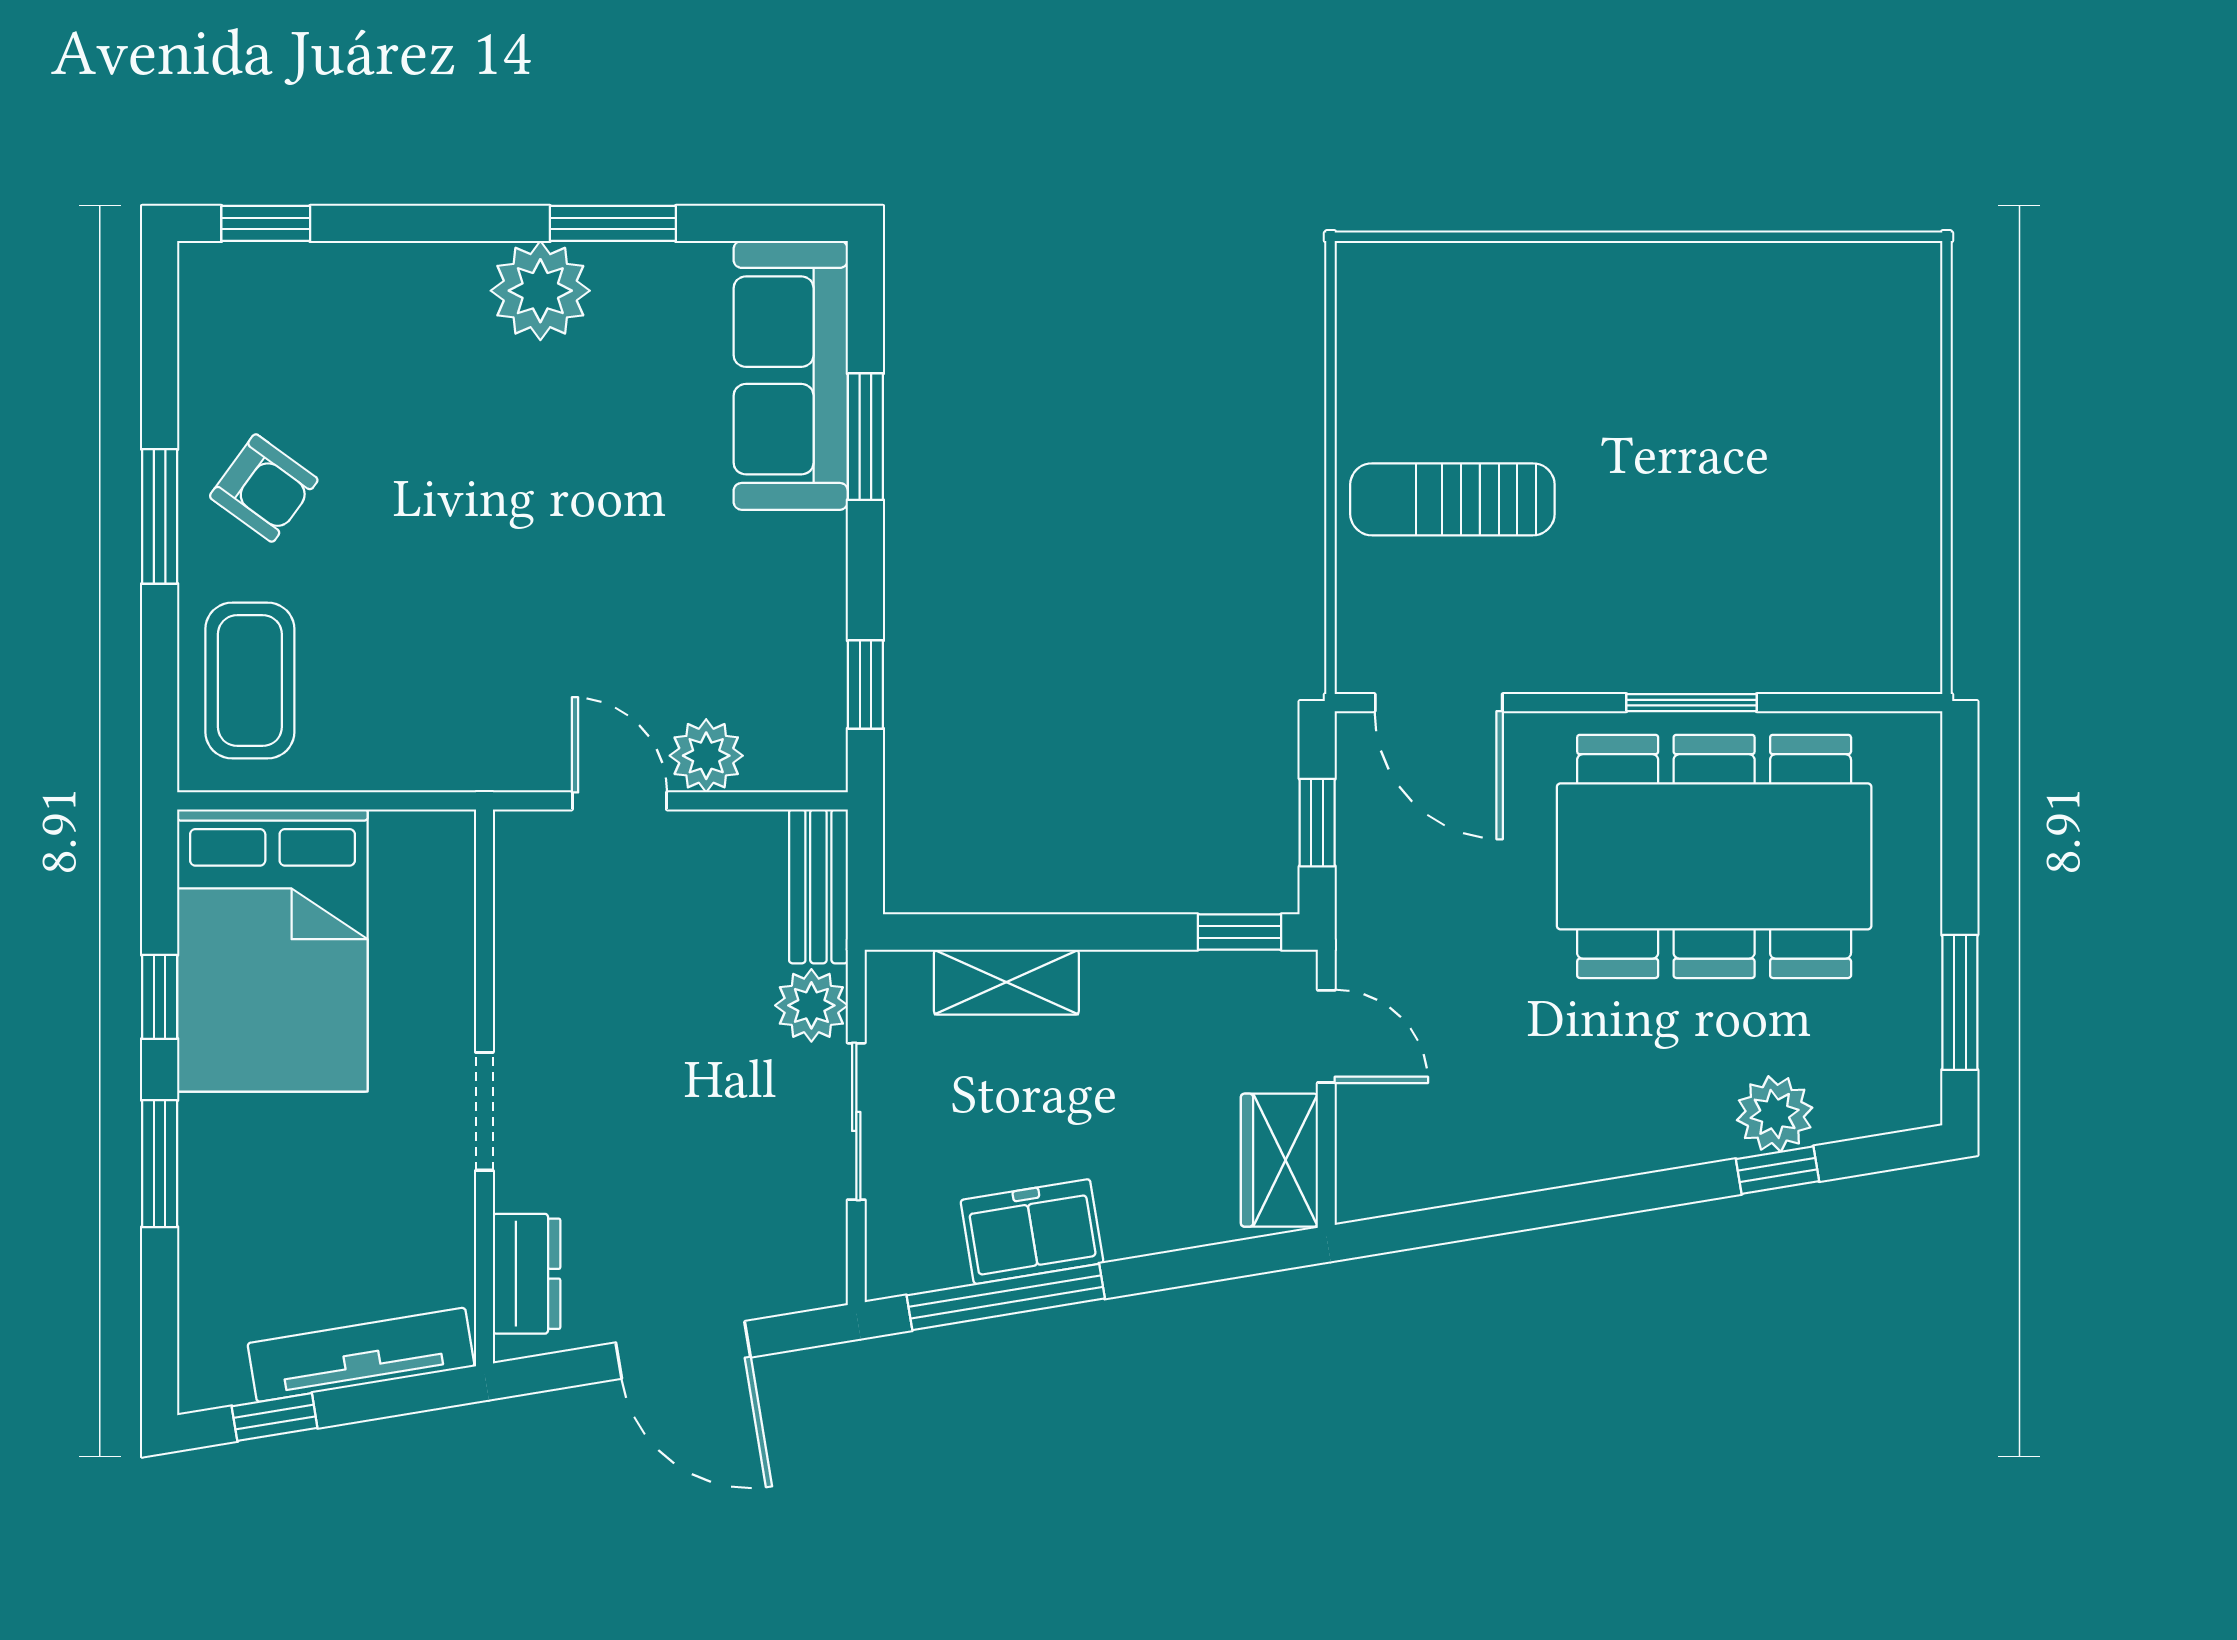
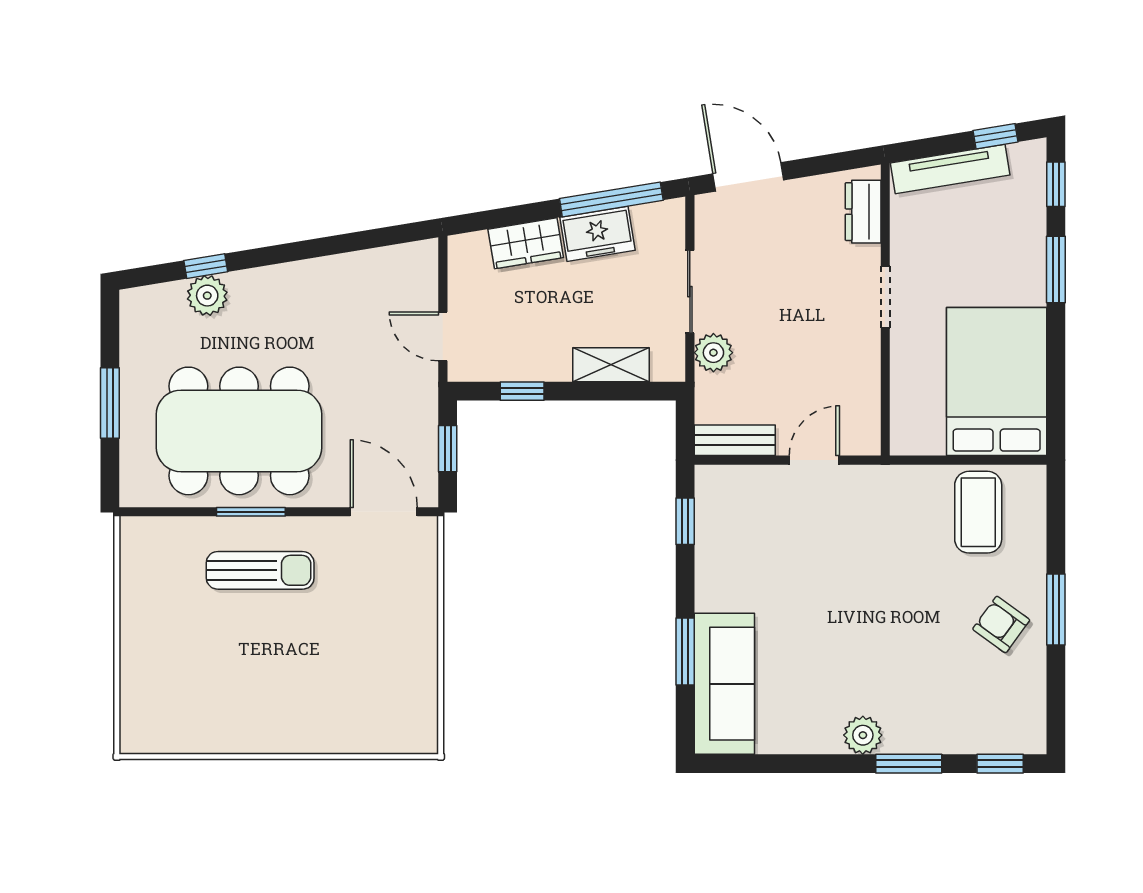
window: (613, 223) -> (909, 764), moved
plant: (540, 291) -> (863, 735), width x0.73, depth x0.73
sun lounger: (1452, 499) -> (260, 570), moved
coffee table: (250, 681) -> (978, 512), moved
plant: (706, 756) -> (769, 484), removed
door: (619, 801) -> (814, 460), swing flipped
bench: (818, 886) -> (735, 440), moved, turned 90
window: (1240, 932) -> (522, 391), moved
window: (160, 997) -> (1056, 184), moved
window: (1960, 1002) -> (110, 403), moved
wardrobe: (1279, 1160) -> (526, 243), moved, turned 81
door: (683, 1350) -> (748, 177), moved

